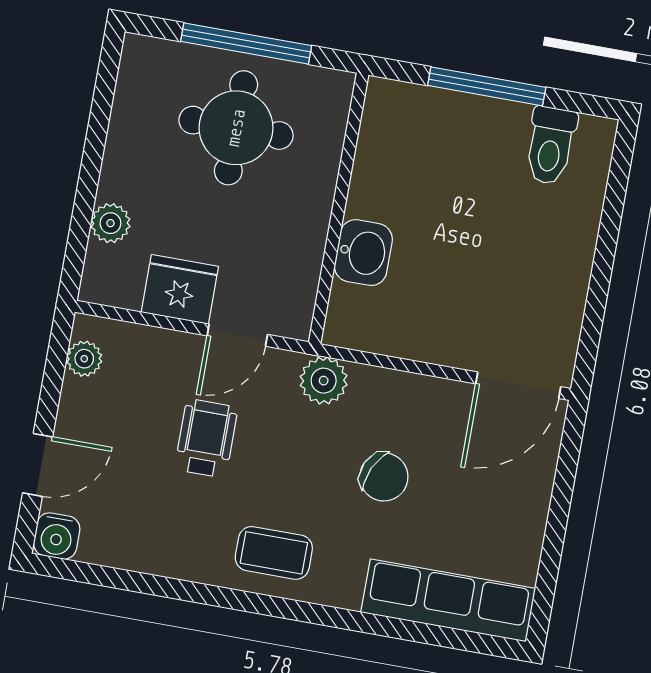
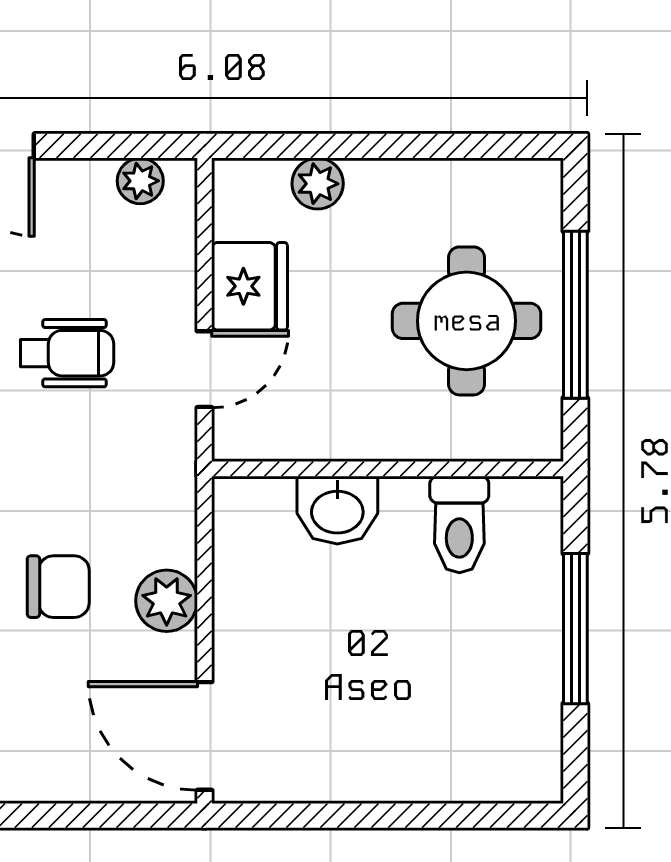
toilet: (551, 146) -> (459, 524), moved, turned -90
door: (237, 335) -> (204, 369), swing flipped
plant: (324, 381) -> (167, 601), moved
chair: (384, 477) -> (58, 587), turned -115

